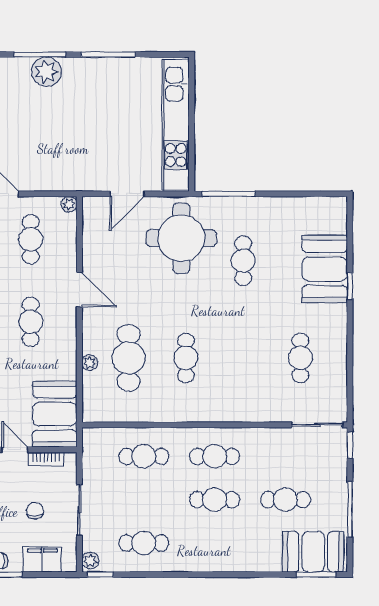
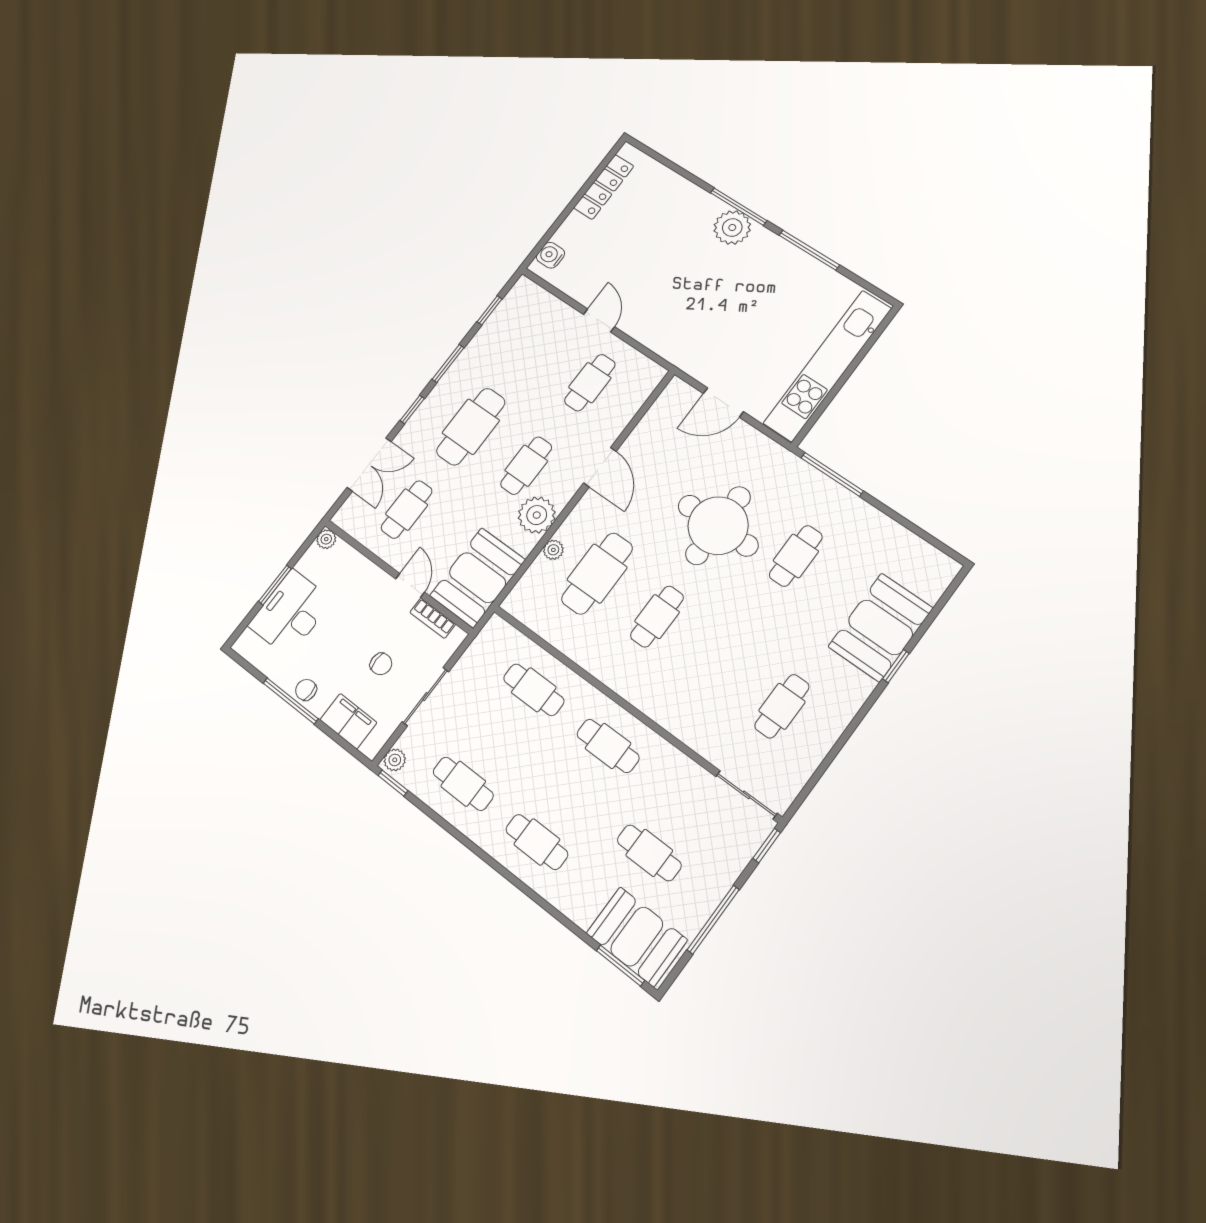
plant: (69, 204) -> (537, 515), moved, width x1.87, depth x1.87
round table: (181, 238) -> (718, 526), moved
cafe table: (215, 500) -> (537, 842), moved
chair: (35, 511) -> (381, 664), turned 90

